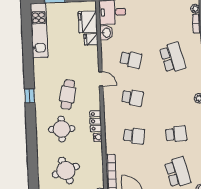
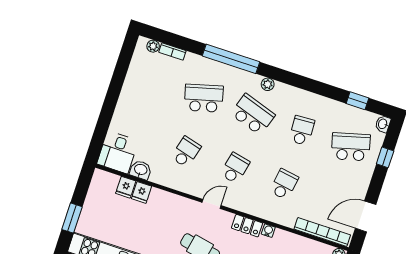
fridge: (88, 22) -> (126, 187), width x0.53, depth x0.75
door: (101, 79) -> (212, 204), moved
school desk: (174, 96) -> (253, 114), added

